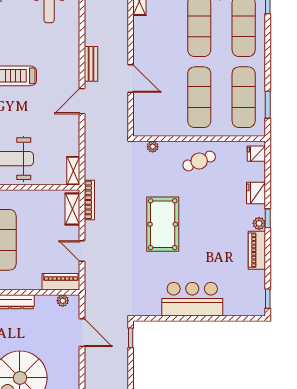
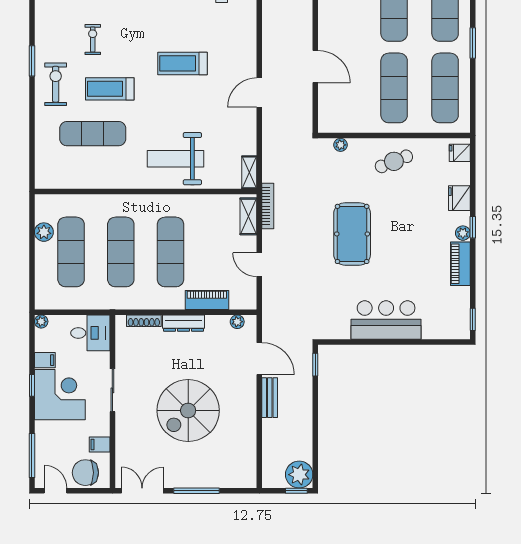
bench: (91, 64) -> (270, 398), moved
window: (268, 105) -> (473, 43), moved
piano: (61, 282) -> (207, 300), moved

